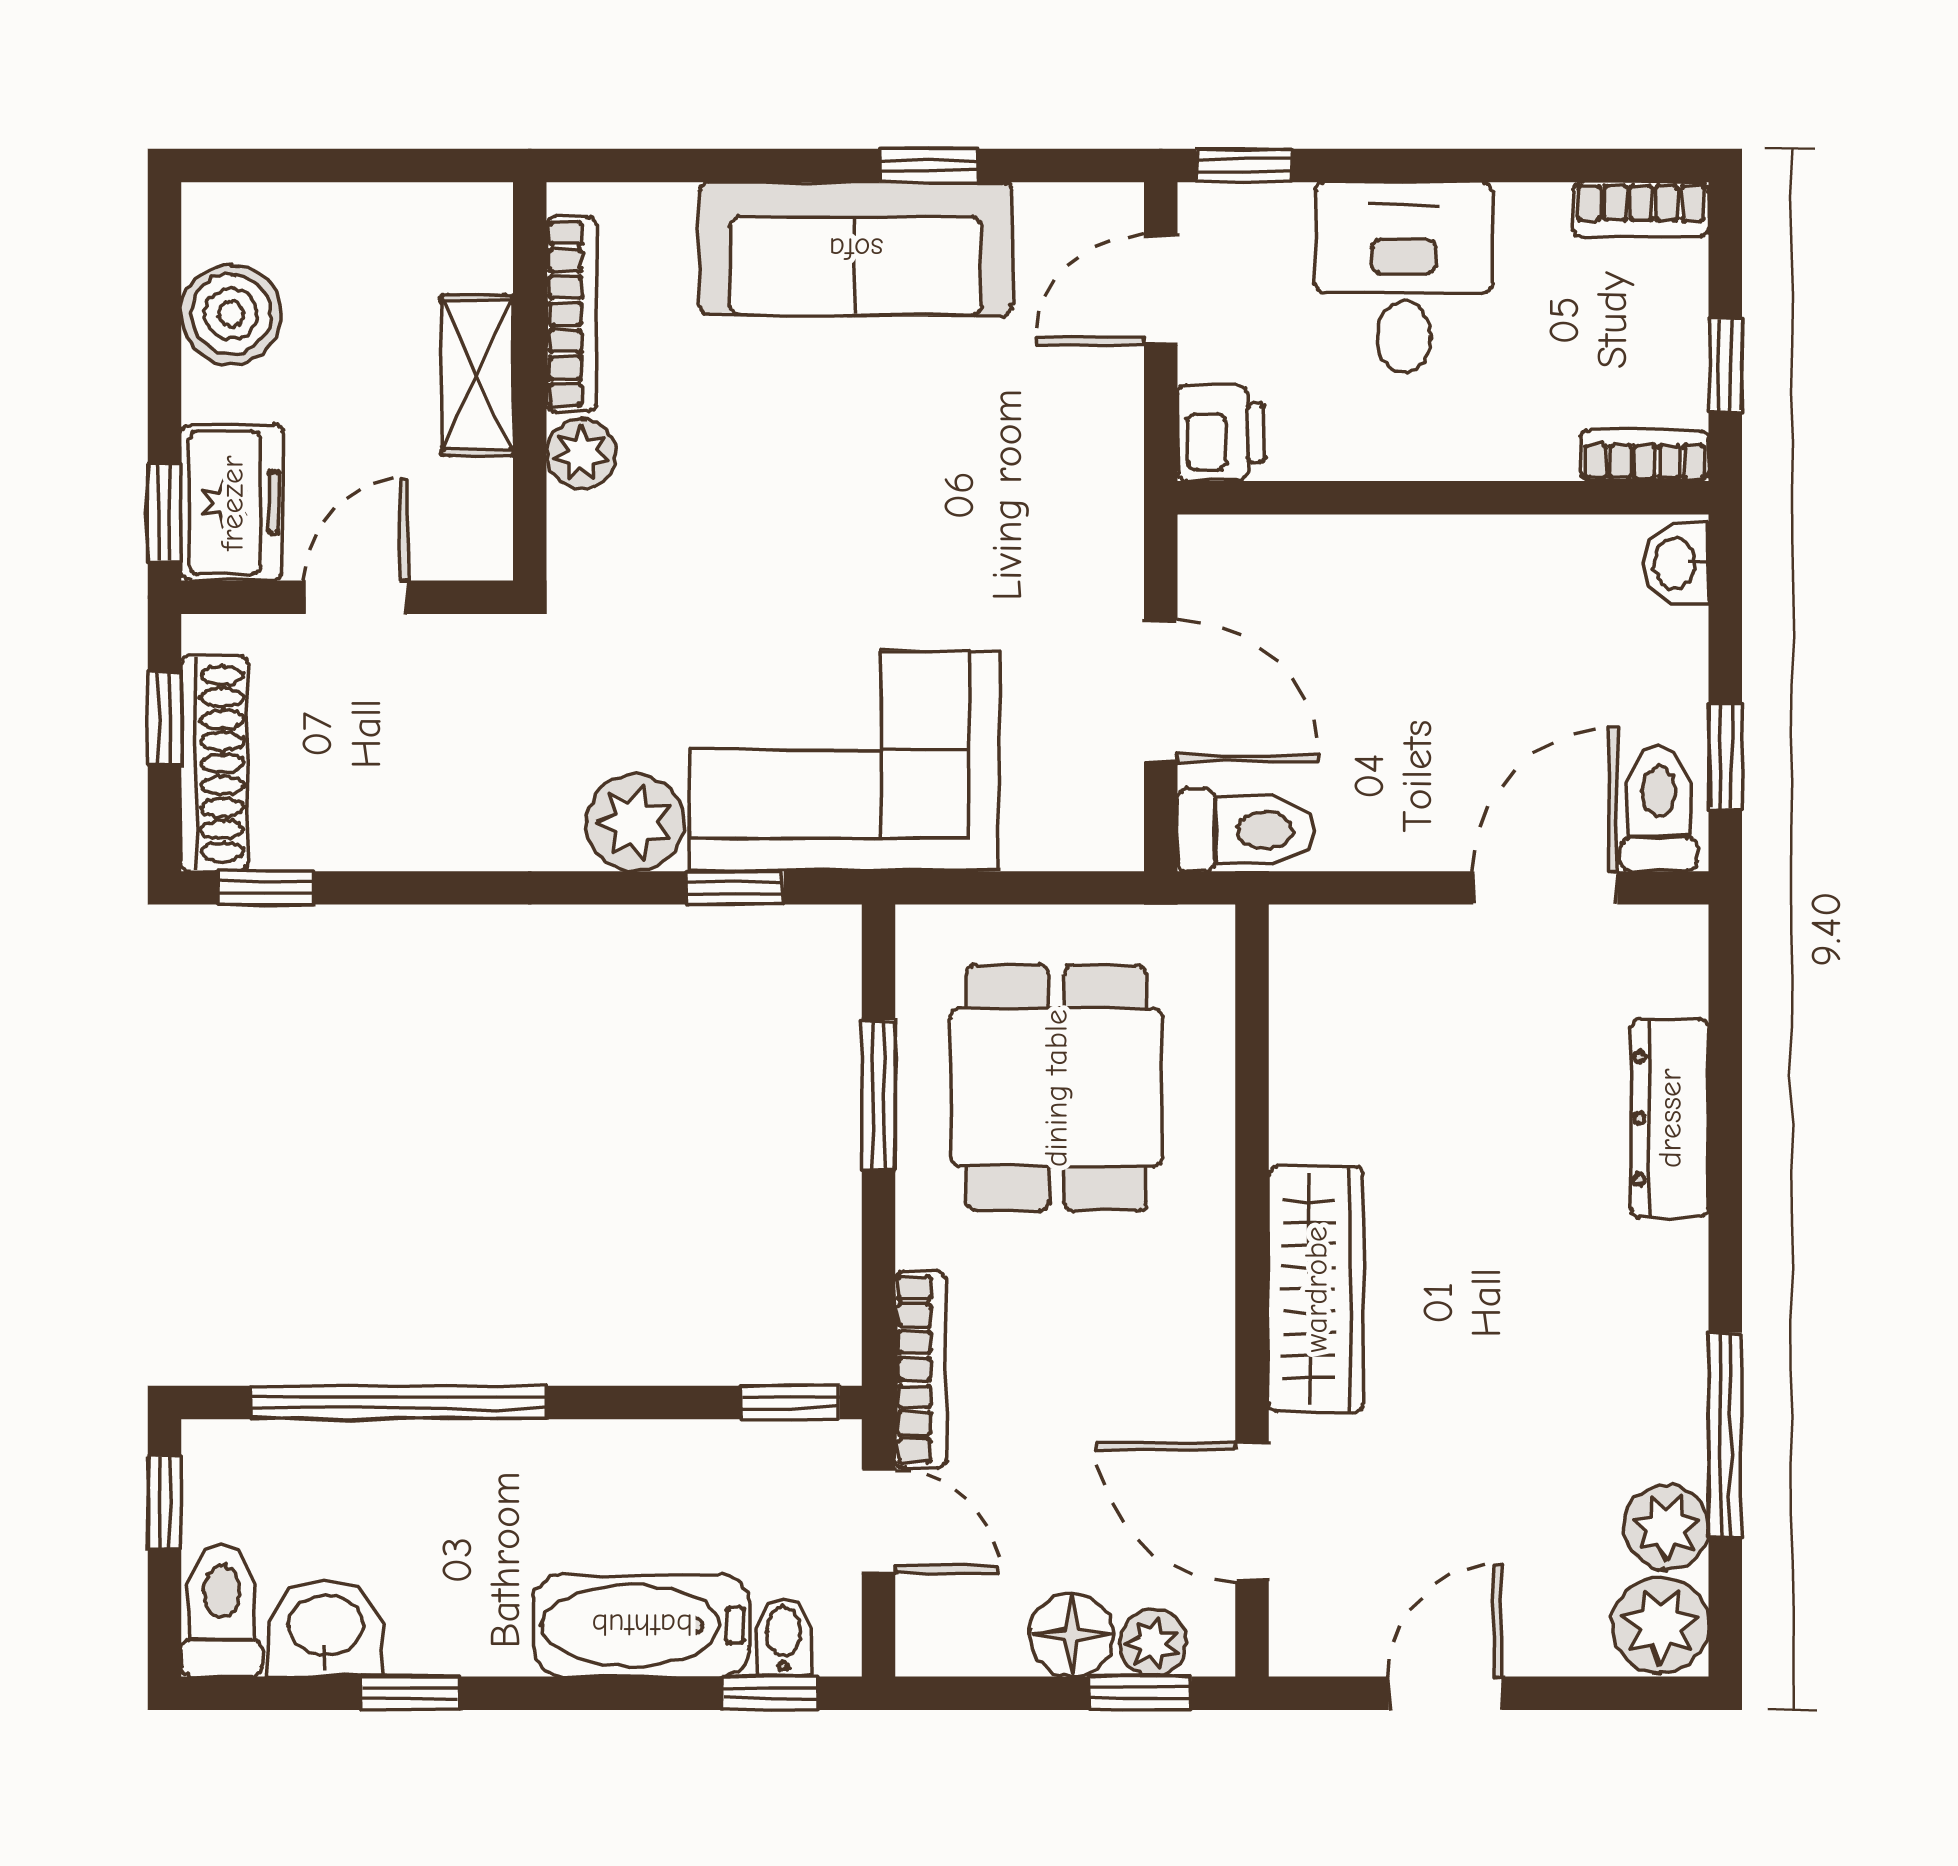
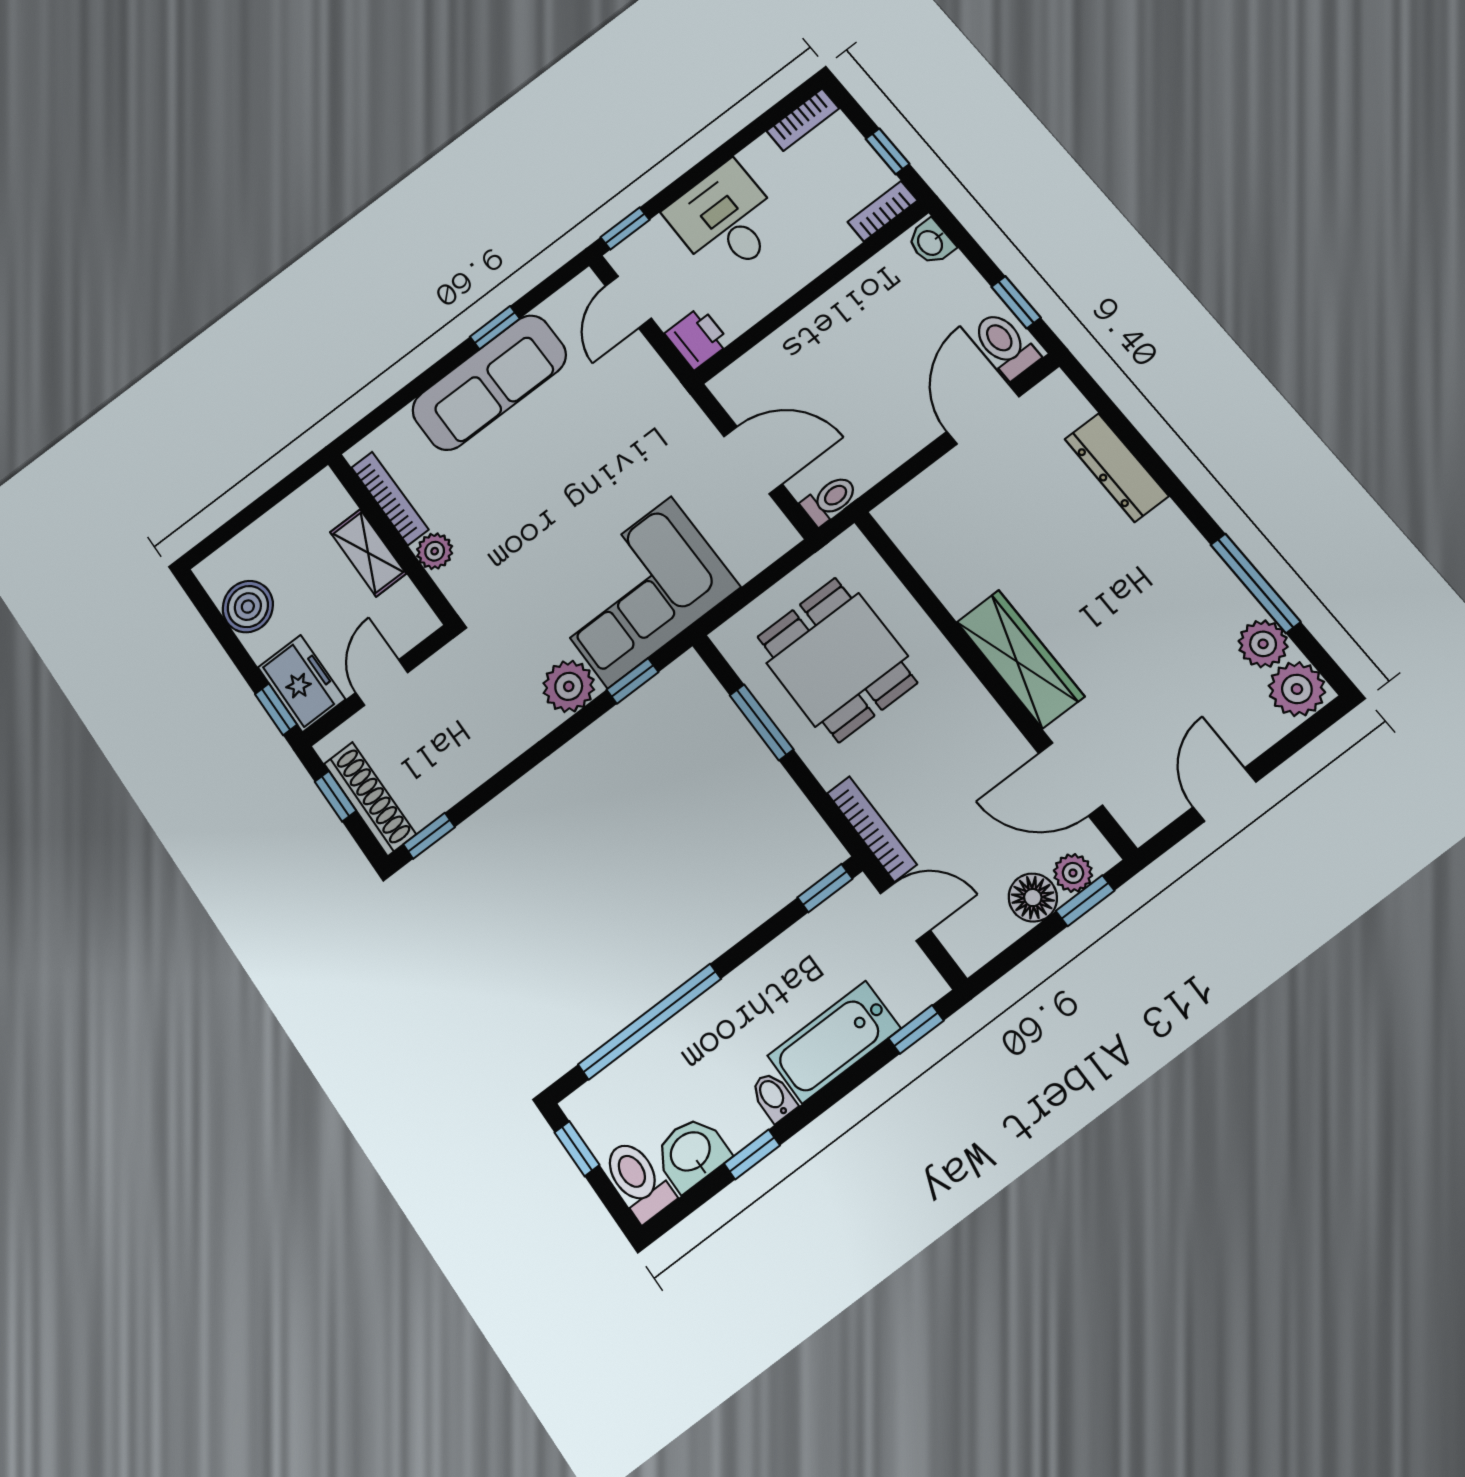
toilet: (1246, 830) -> (830, 500), width x0.73, depth x0.72
bidet: (784, 1637) -> (773, 1097), moved

